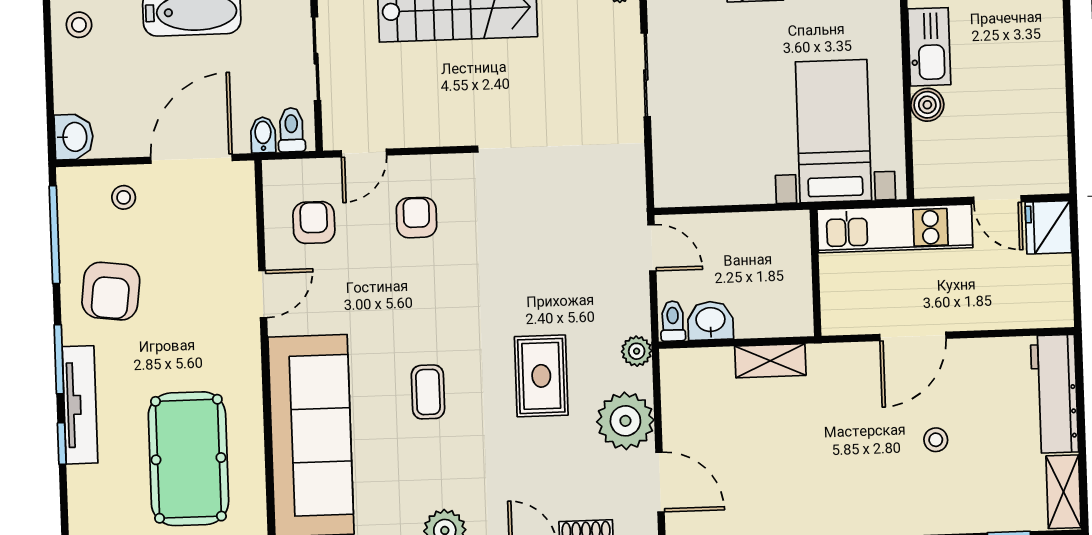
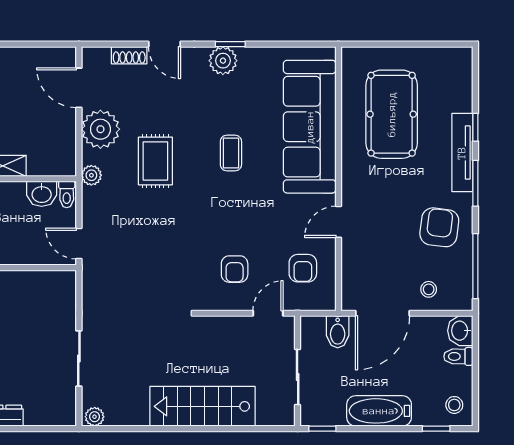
toilet: (291, 130) -> (458, 356), moved, turned 90
bidet: (263, 135) -> (338, 332), width x1.38, depth x1.36

